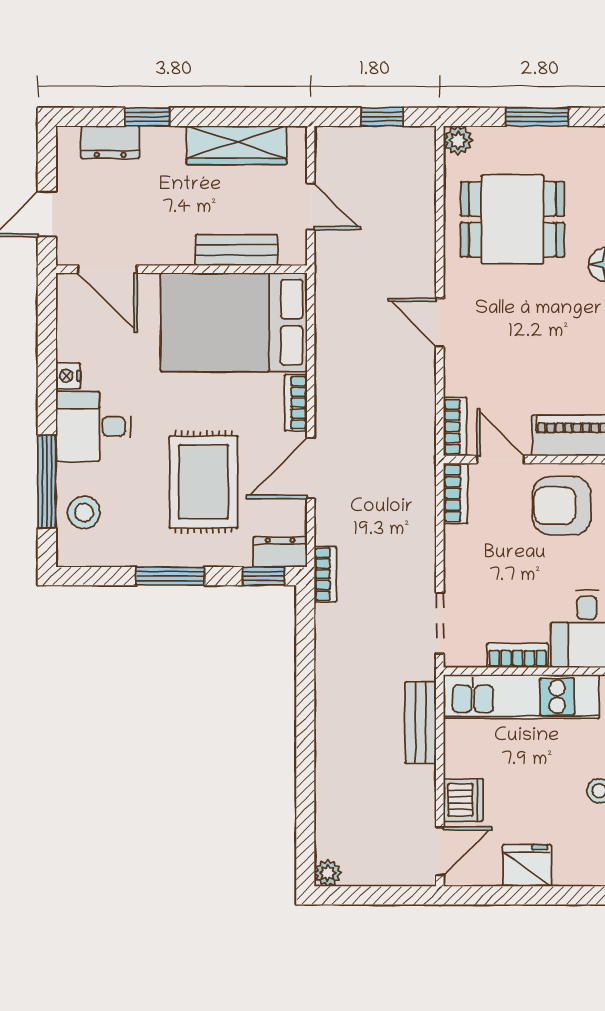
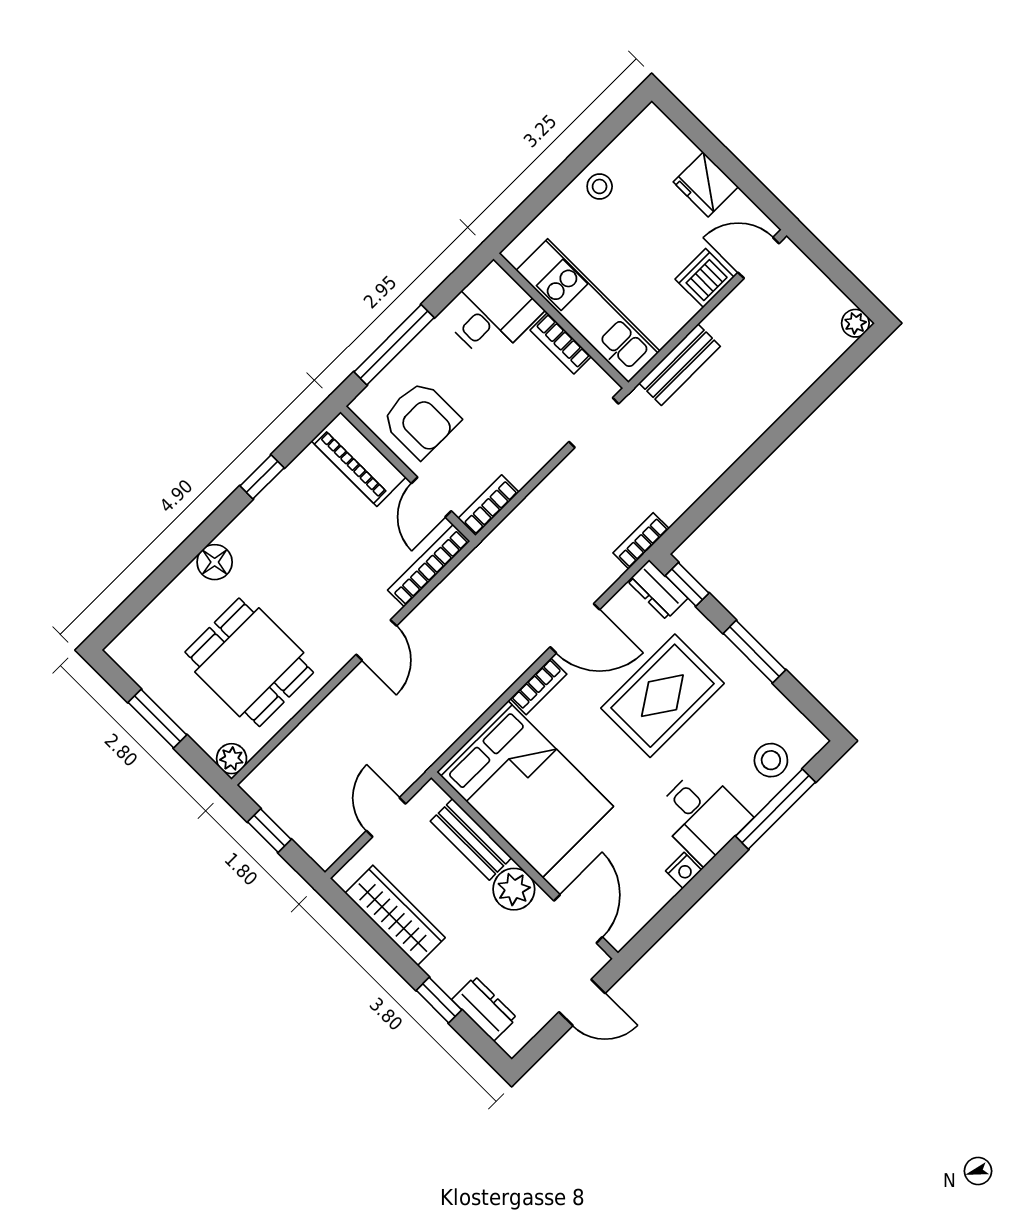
plant: (172, 245) -> (514, 889), added
bookcase: (455, 427) -> (429, 566), width x1.56

